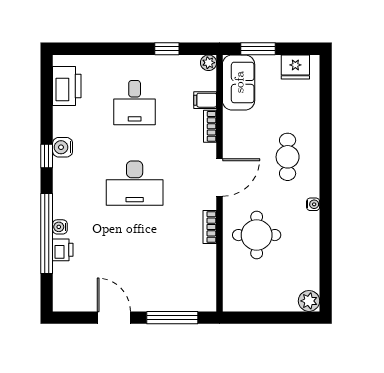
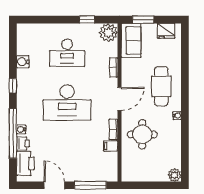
plant: (209, 63) -> (108, 33), width x1.87, depth x1.87
printer: (67, 86) -> (25, 163), moved
filing cabinet: (205, 100) -> (111, 146), moved
desk: (135, 103) -> (67, 53), width x1.37
water cooler: (63, 147) -> (23, 62), moved
cafe table: (288, 157) -> (161, 86), width x1.37, depth x1.35
desk: (135, 183) -> (67, 102), width x1.36, depth x1.30

